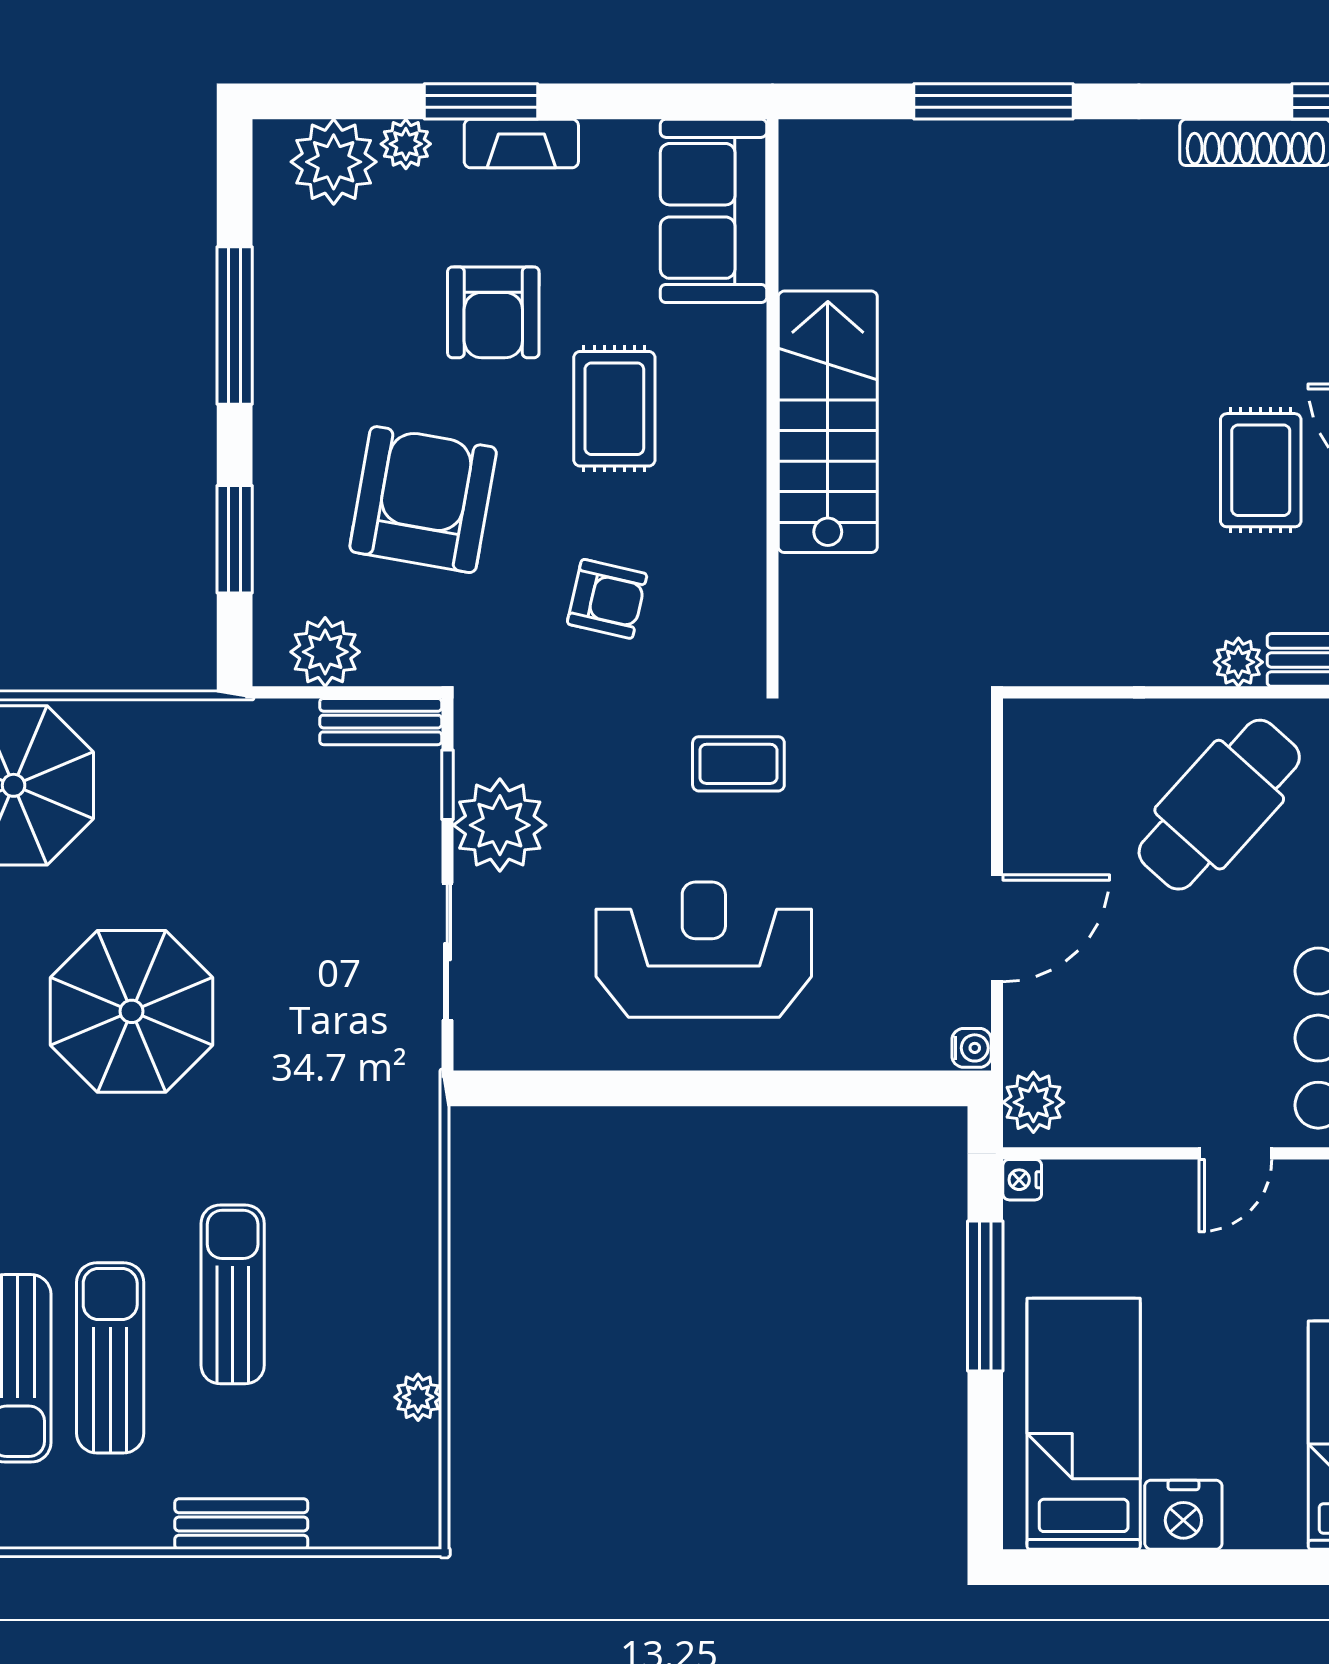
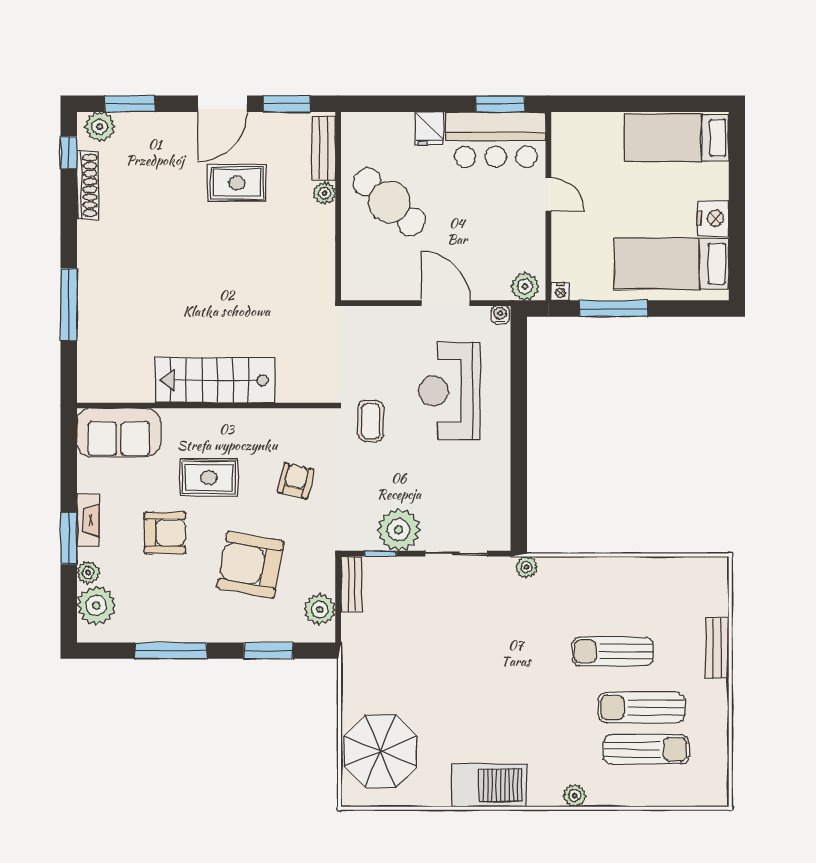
reception desk: (704, 950) -> (450, 391), moved
parasol: (132, 1011) -> (484, 698), removed
plant: (418, 1397) -> (527, 567), moved

